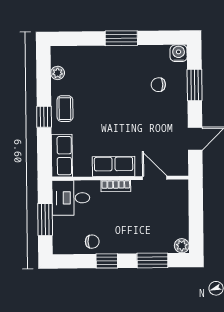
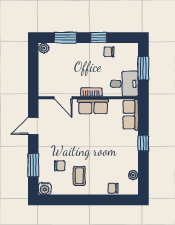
window: (121, 38) -> (86, 200), removed
chair: (85, 55) -> (113, 188), added
coffee table: (65, 109) -> (79, 176), moved

